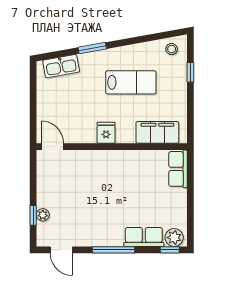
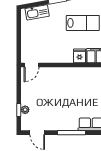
fridge: (106, 133) -> (80, 56), moved
door: (52, 147) -> (31, 65), swing flipped

